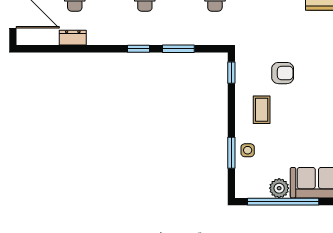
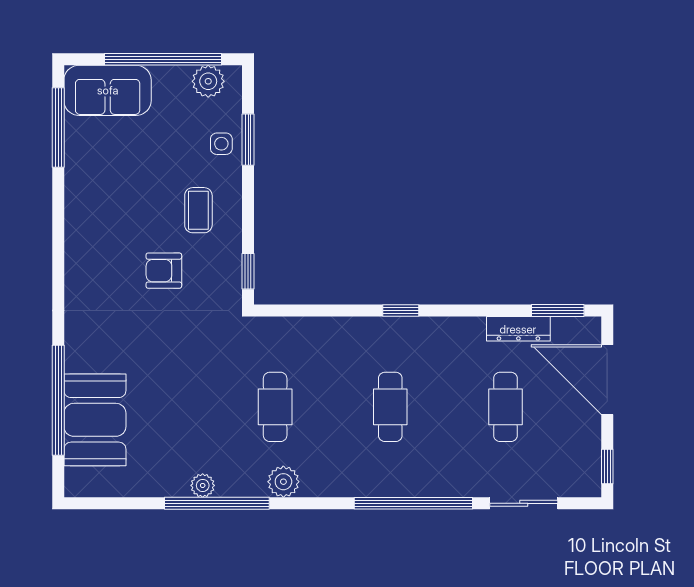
dresser: (73, 38) -> (518, 329), width x1.44
window: (178, 49) -> (558, 310), moved
plant: (279, 188) -> (208, 81), moved

